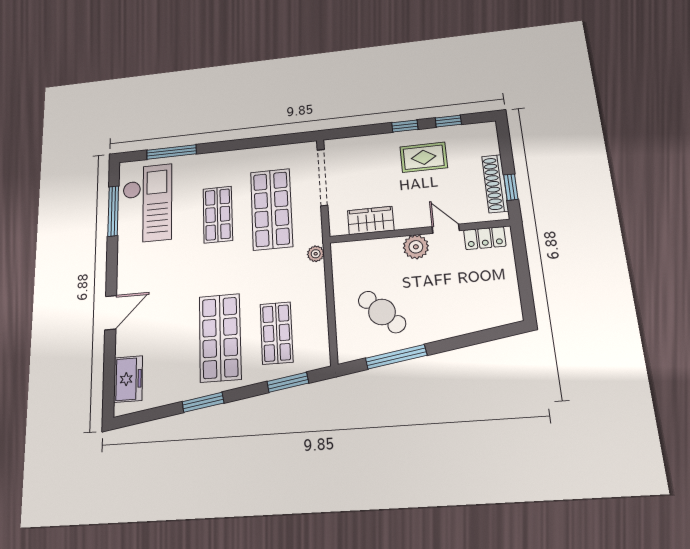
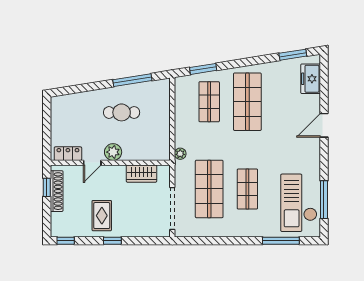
window: (448, 121) -> (66, 241), moved
rug: (424, 157) -> (102, 216), turned 90
door: (446, 229) -> (92, 163), hinge flipped
cafe table: (382, 312) -> (122, 112), moved, turned -45
window: (203, 402) -> (293, 55), moved

